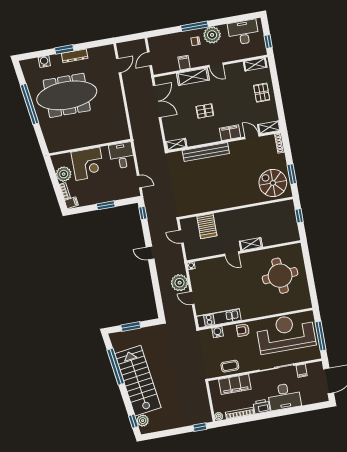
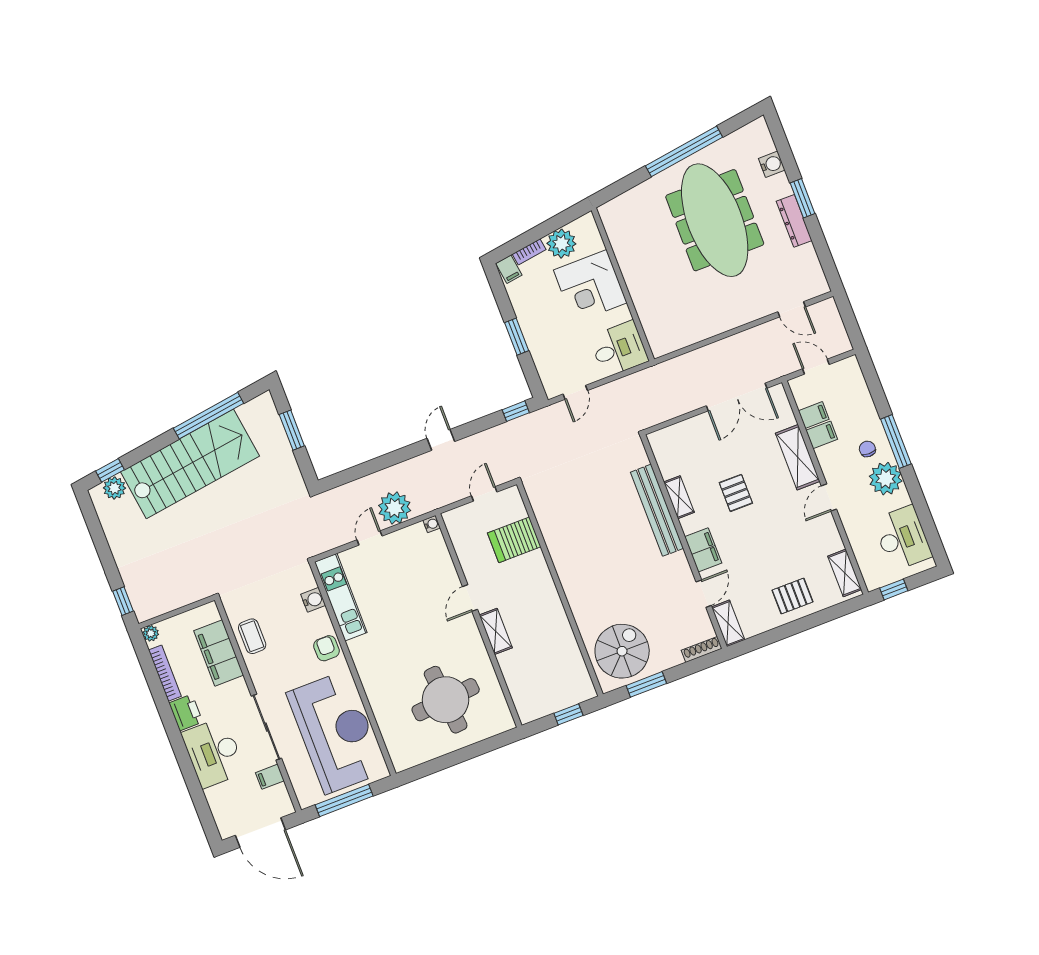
filing cabinet: (173, 65) -> (814, 415), added
shelving: (176, 144) -> (679, 497), moved

